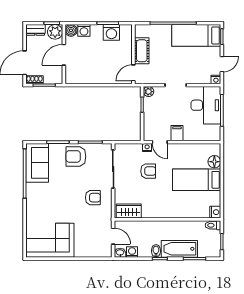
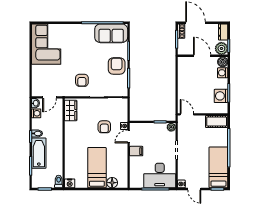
cot: (142, 51) -> (217, 122), moved

